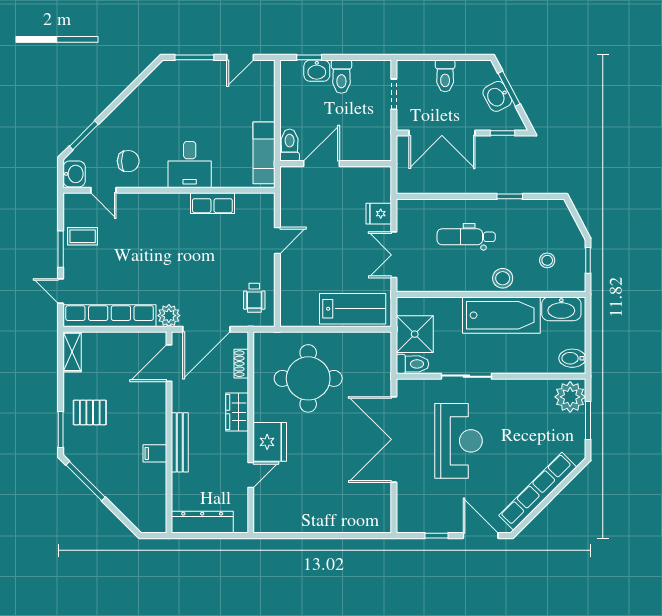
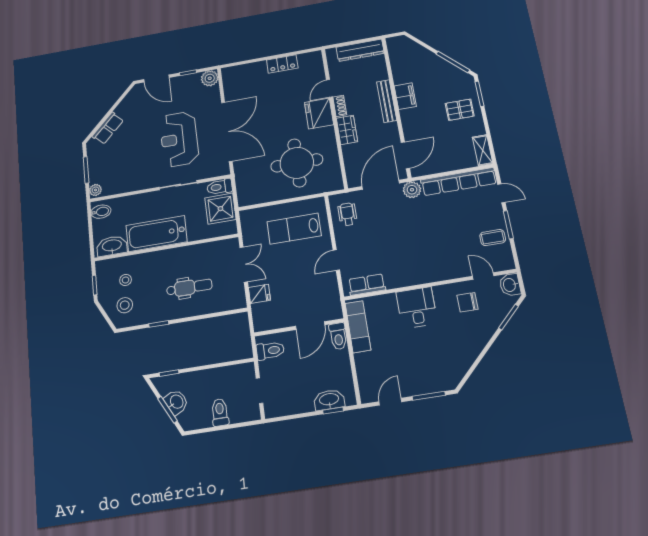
washbasin: (317, 71) -> (329, 400), width x1.38
toilet: (341, 77) -> (270, 351), moved, turned 90
double door: (442, 133) -> (217, 365), removed
row of seats: (212, 203) -> (367, 285), moved
stool: (503, 278) -> (125, 305), moved
lab bench: (353, 309) -> (294, 229), moved
shoe rack: (241, 364) -> (340, 106), moved
plant: (570, 397) -> (95, 190), width x0.53, depth x0.53
filing cabinet: (155, 453) -> (405, 96), width x2.00
row of seats: (538, 491) -> (108, 128), width x0.50
plant: (408, 521) -> (210, 78), added
locker: (308, 523) -> (282, 64), added

